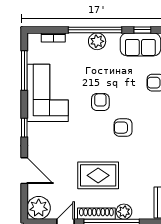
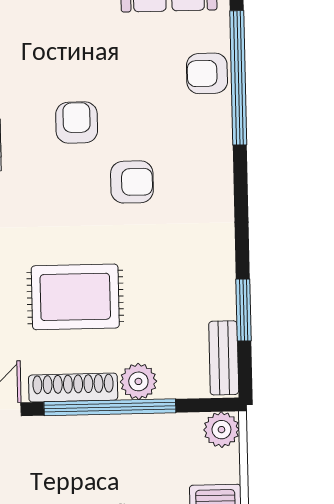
armchair: (123, 128) -> (132, 182), turned 180

